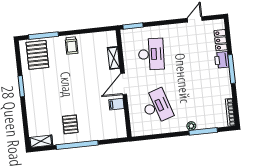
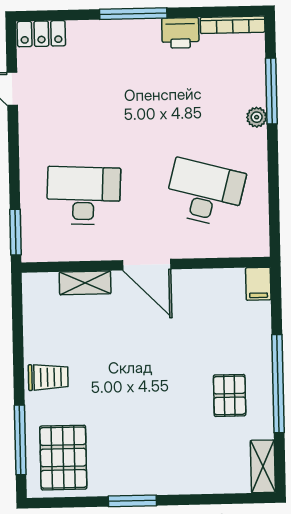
locker: (221, 40) -> (41, 34), moved
pallet: (37, 55) -> (63, 458), turned 90
printer: (222, 60) -> (180, 33), moved
filing cabinet: (116, 104) -> (258, 284), moved
desk: (157, 106) -> (205, 193), turned 33
pallet: (70, 124) -> (230, 395), turned 90

